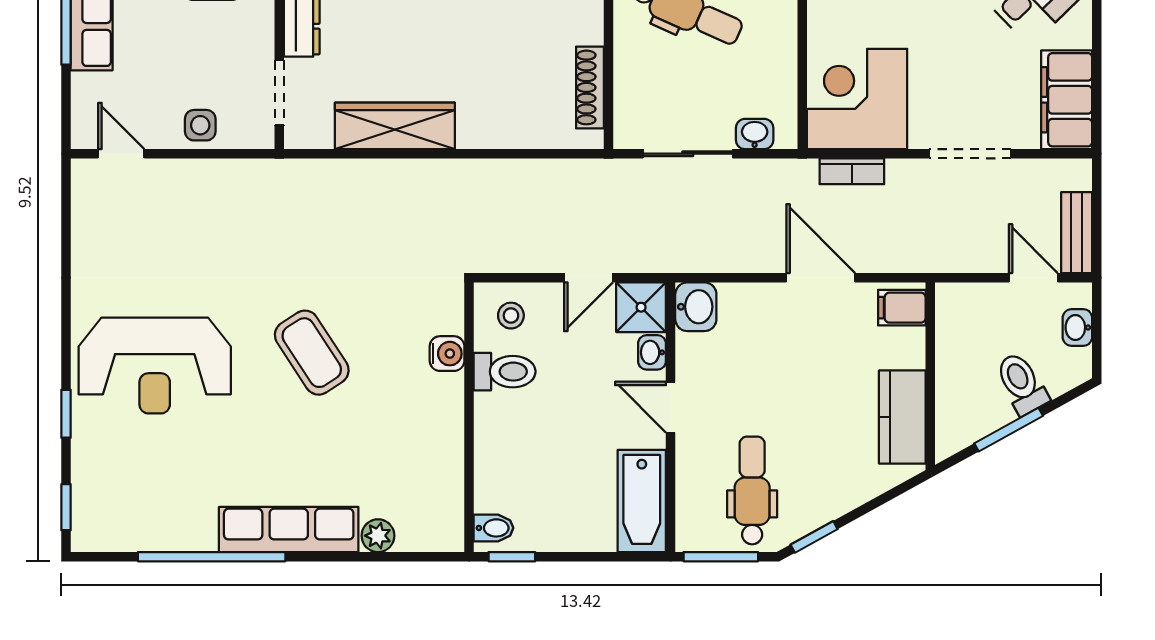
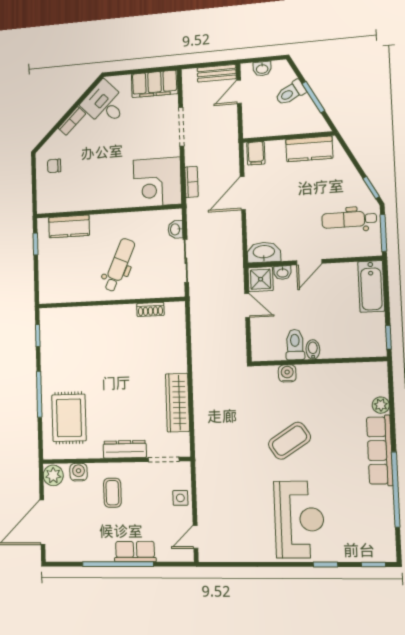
shoe rack: (590, 87) -> (150, 309), width x0.70
washbasin: (696, 307) -> (264, 252), width x1.38
stool: (511, 316) -> (267, 343), removed
bathtub: (642, 501) -> (371, 286), moved, turned 90
bidet: (493, 528) -> (313, 349), moved

